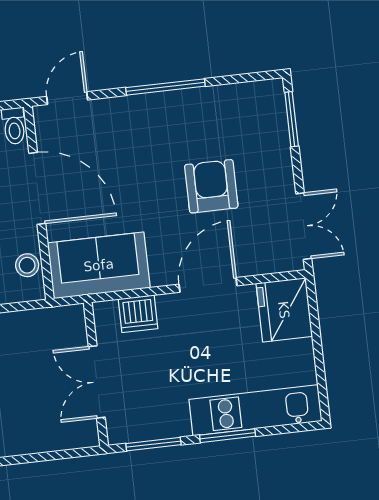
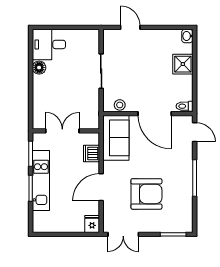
armchair: (211, 186) -> (146, 194), width x1.36, depth x1.36
door: (37, 188) -> (155, 114), hinge flipped
door: (208, 285) -> (101, 187), swing flipped
fridge: (284, 310) -> (92, 224), width x0.53, depth x0.75
kitchen unit: (256, 410) -> (41, 181), moved

